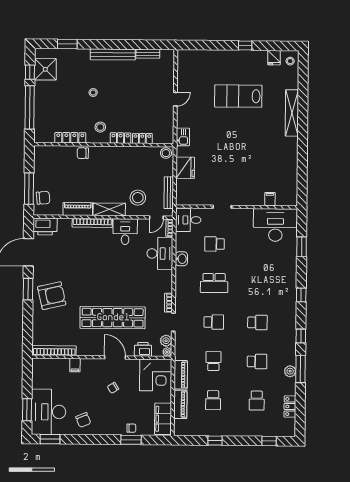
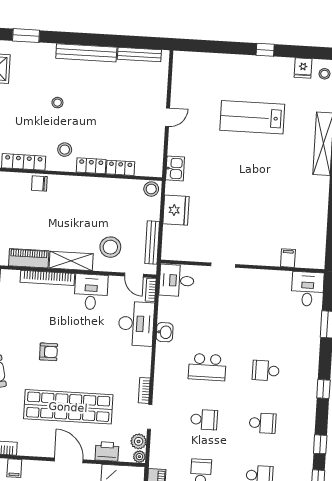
bench: (148, 54) -> (139, 55), width x1.36
door: (156, 218) -> (134, 275), hinge flipped
desk: (275, 225) -> (307, 289), width x0.53, depth x0.77
school desk: (214, 244) -> (266, 371), moved
armchair: (96, 278) -> (48, 352), added

